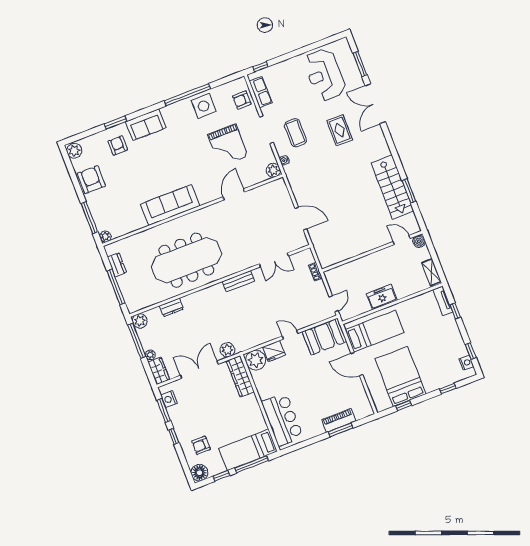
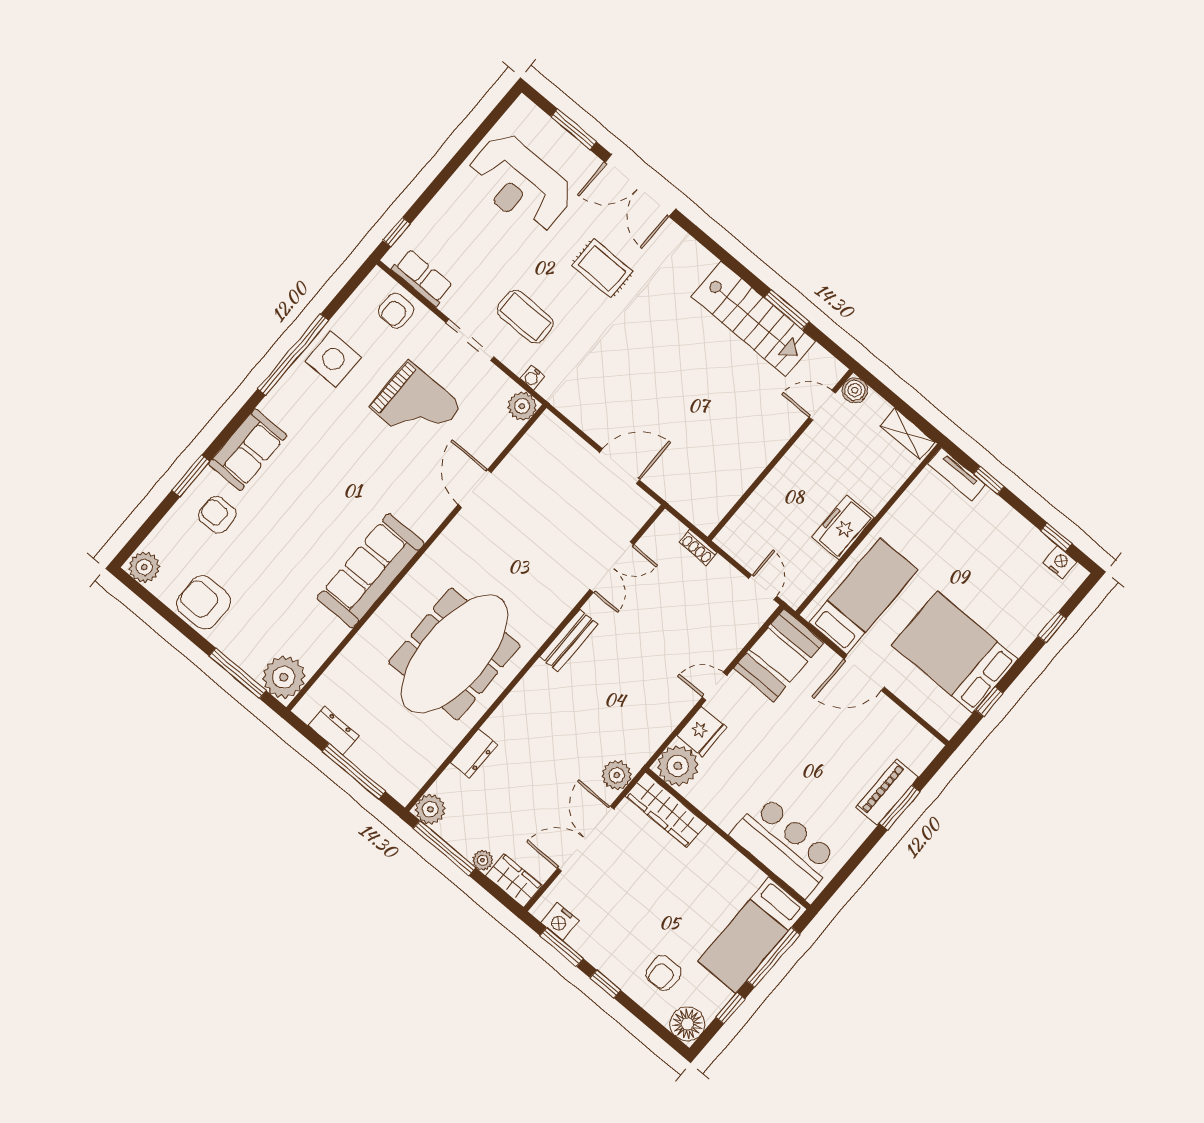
plant: (105, 237) -> (284, 677), width x1.87, depth x1.87

